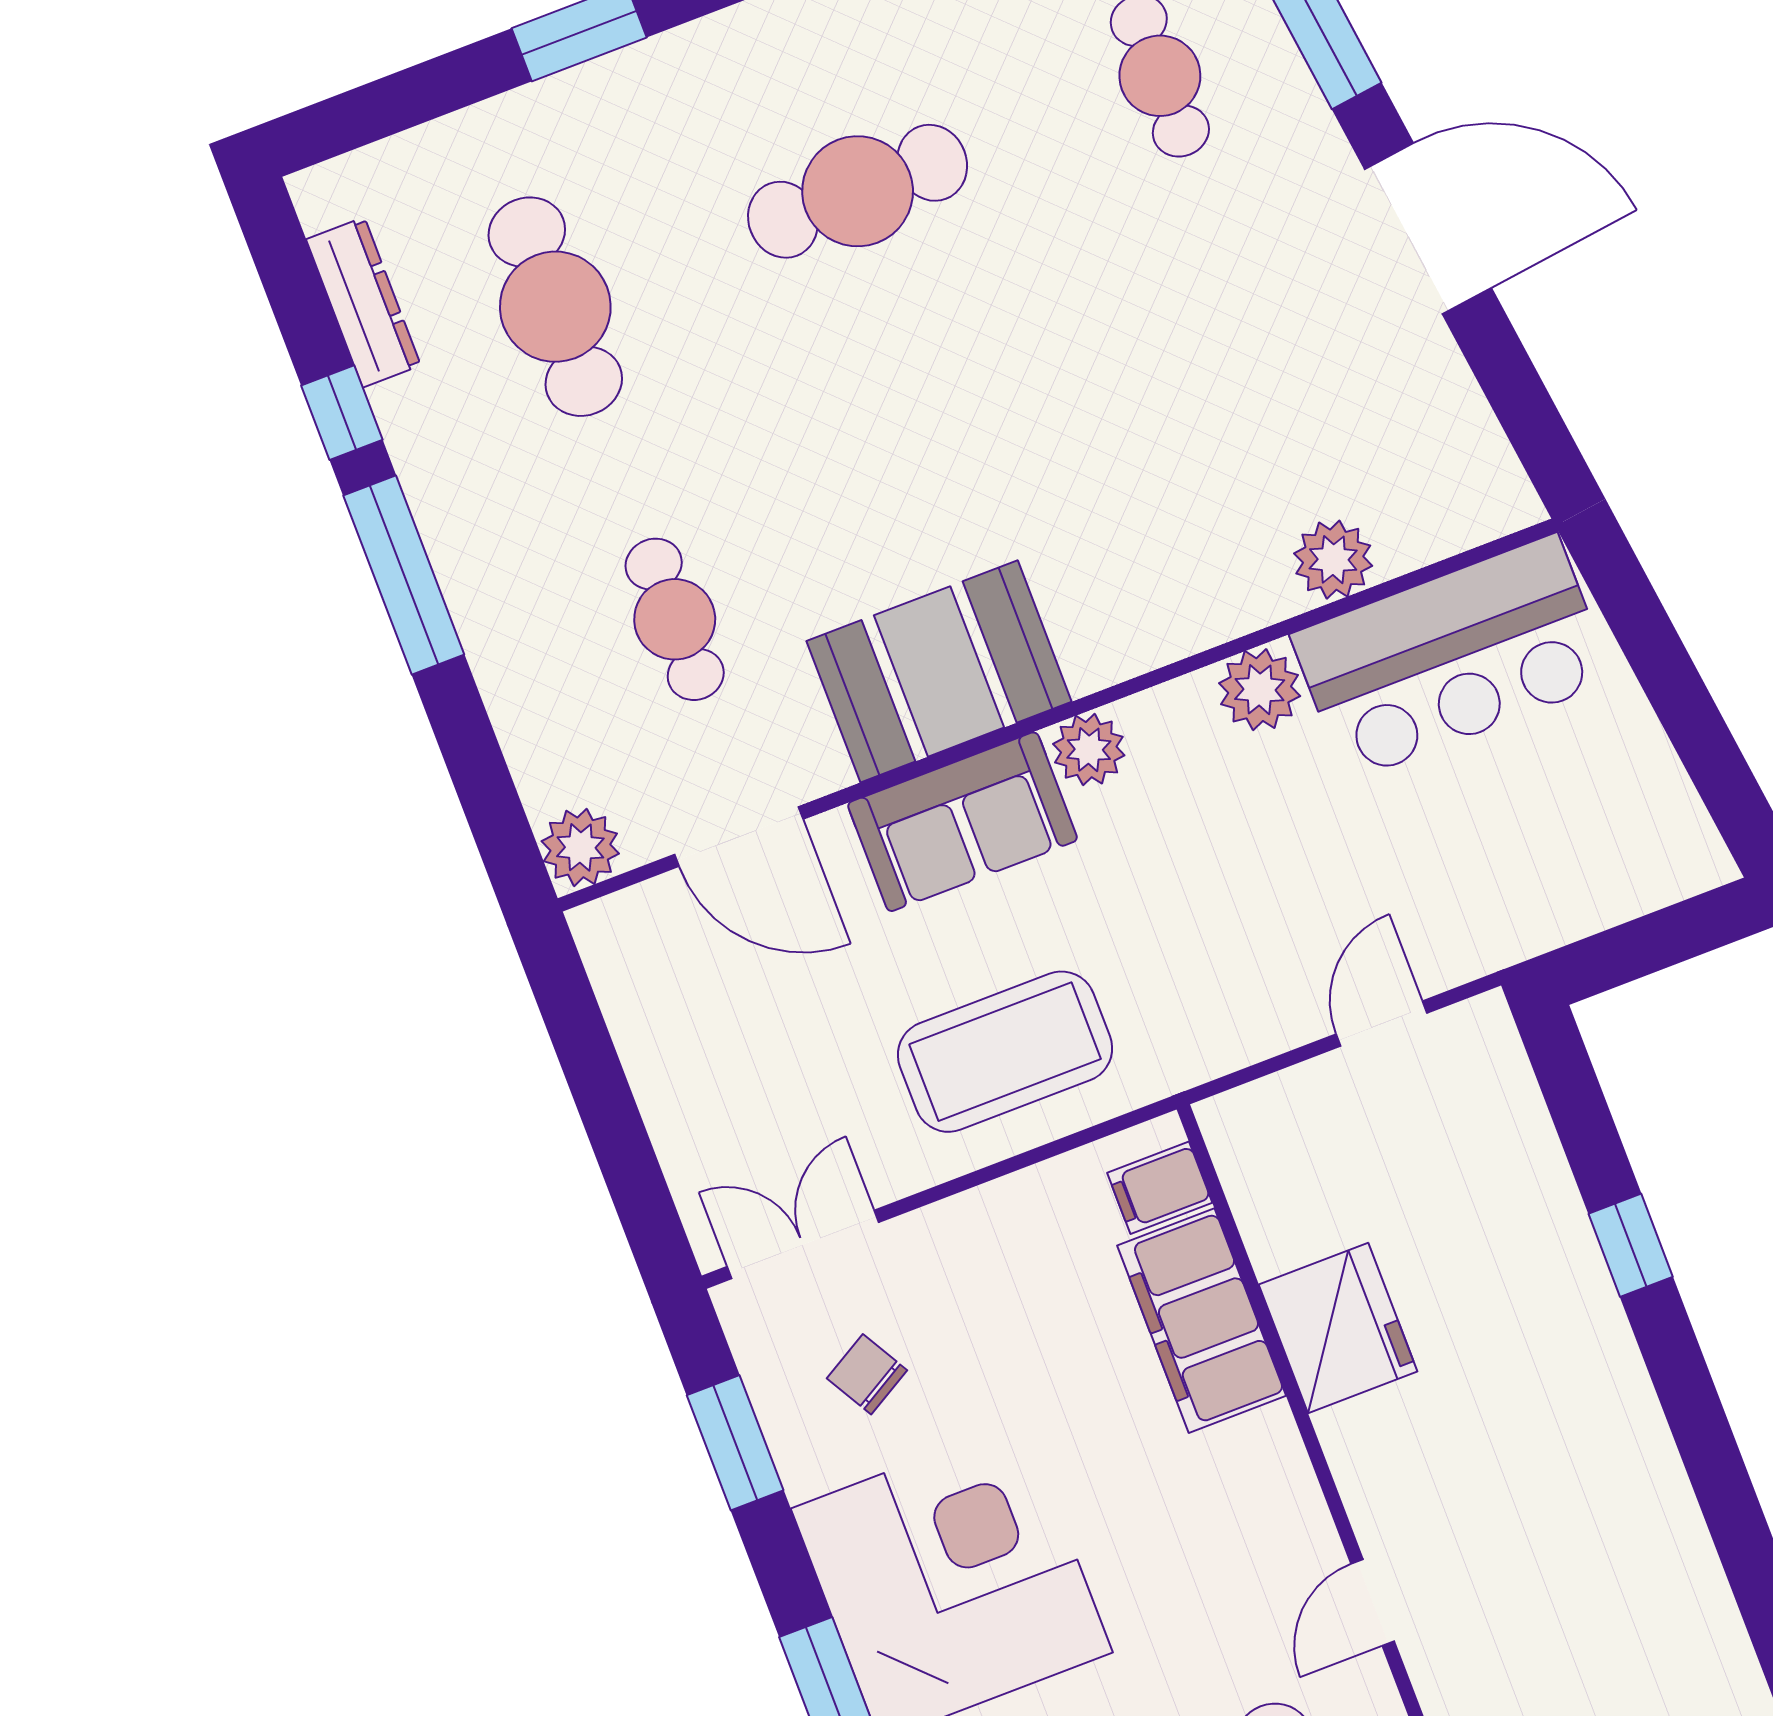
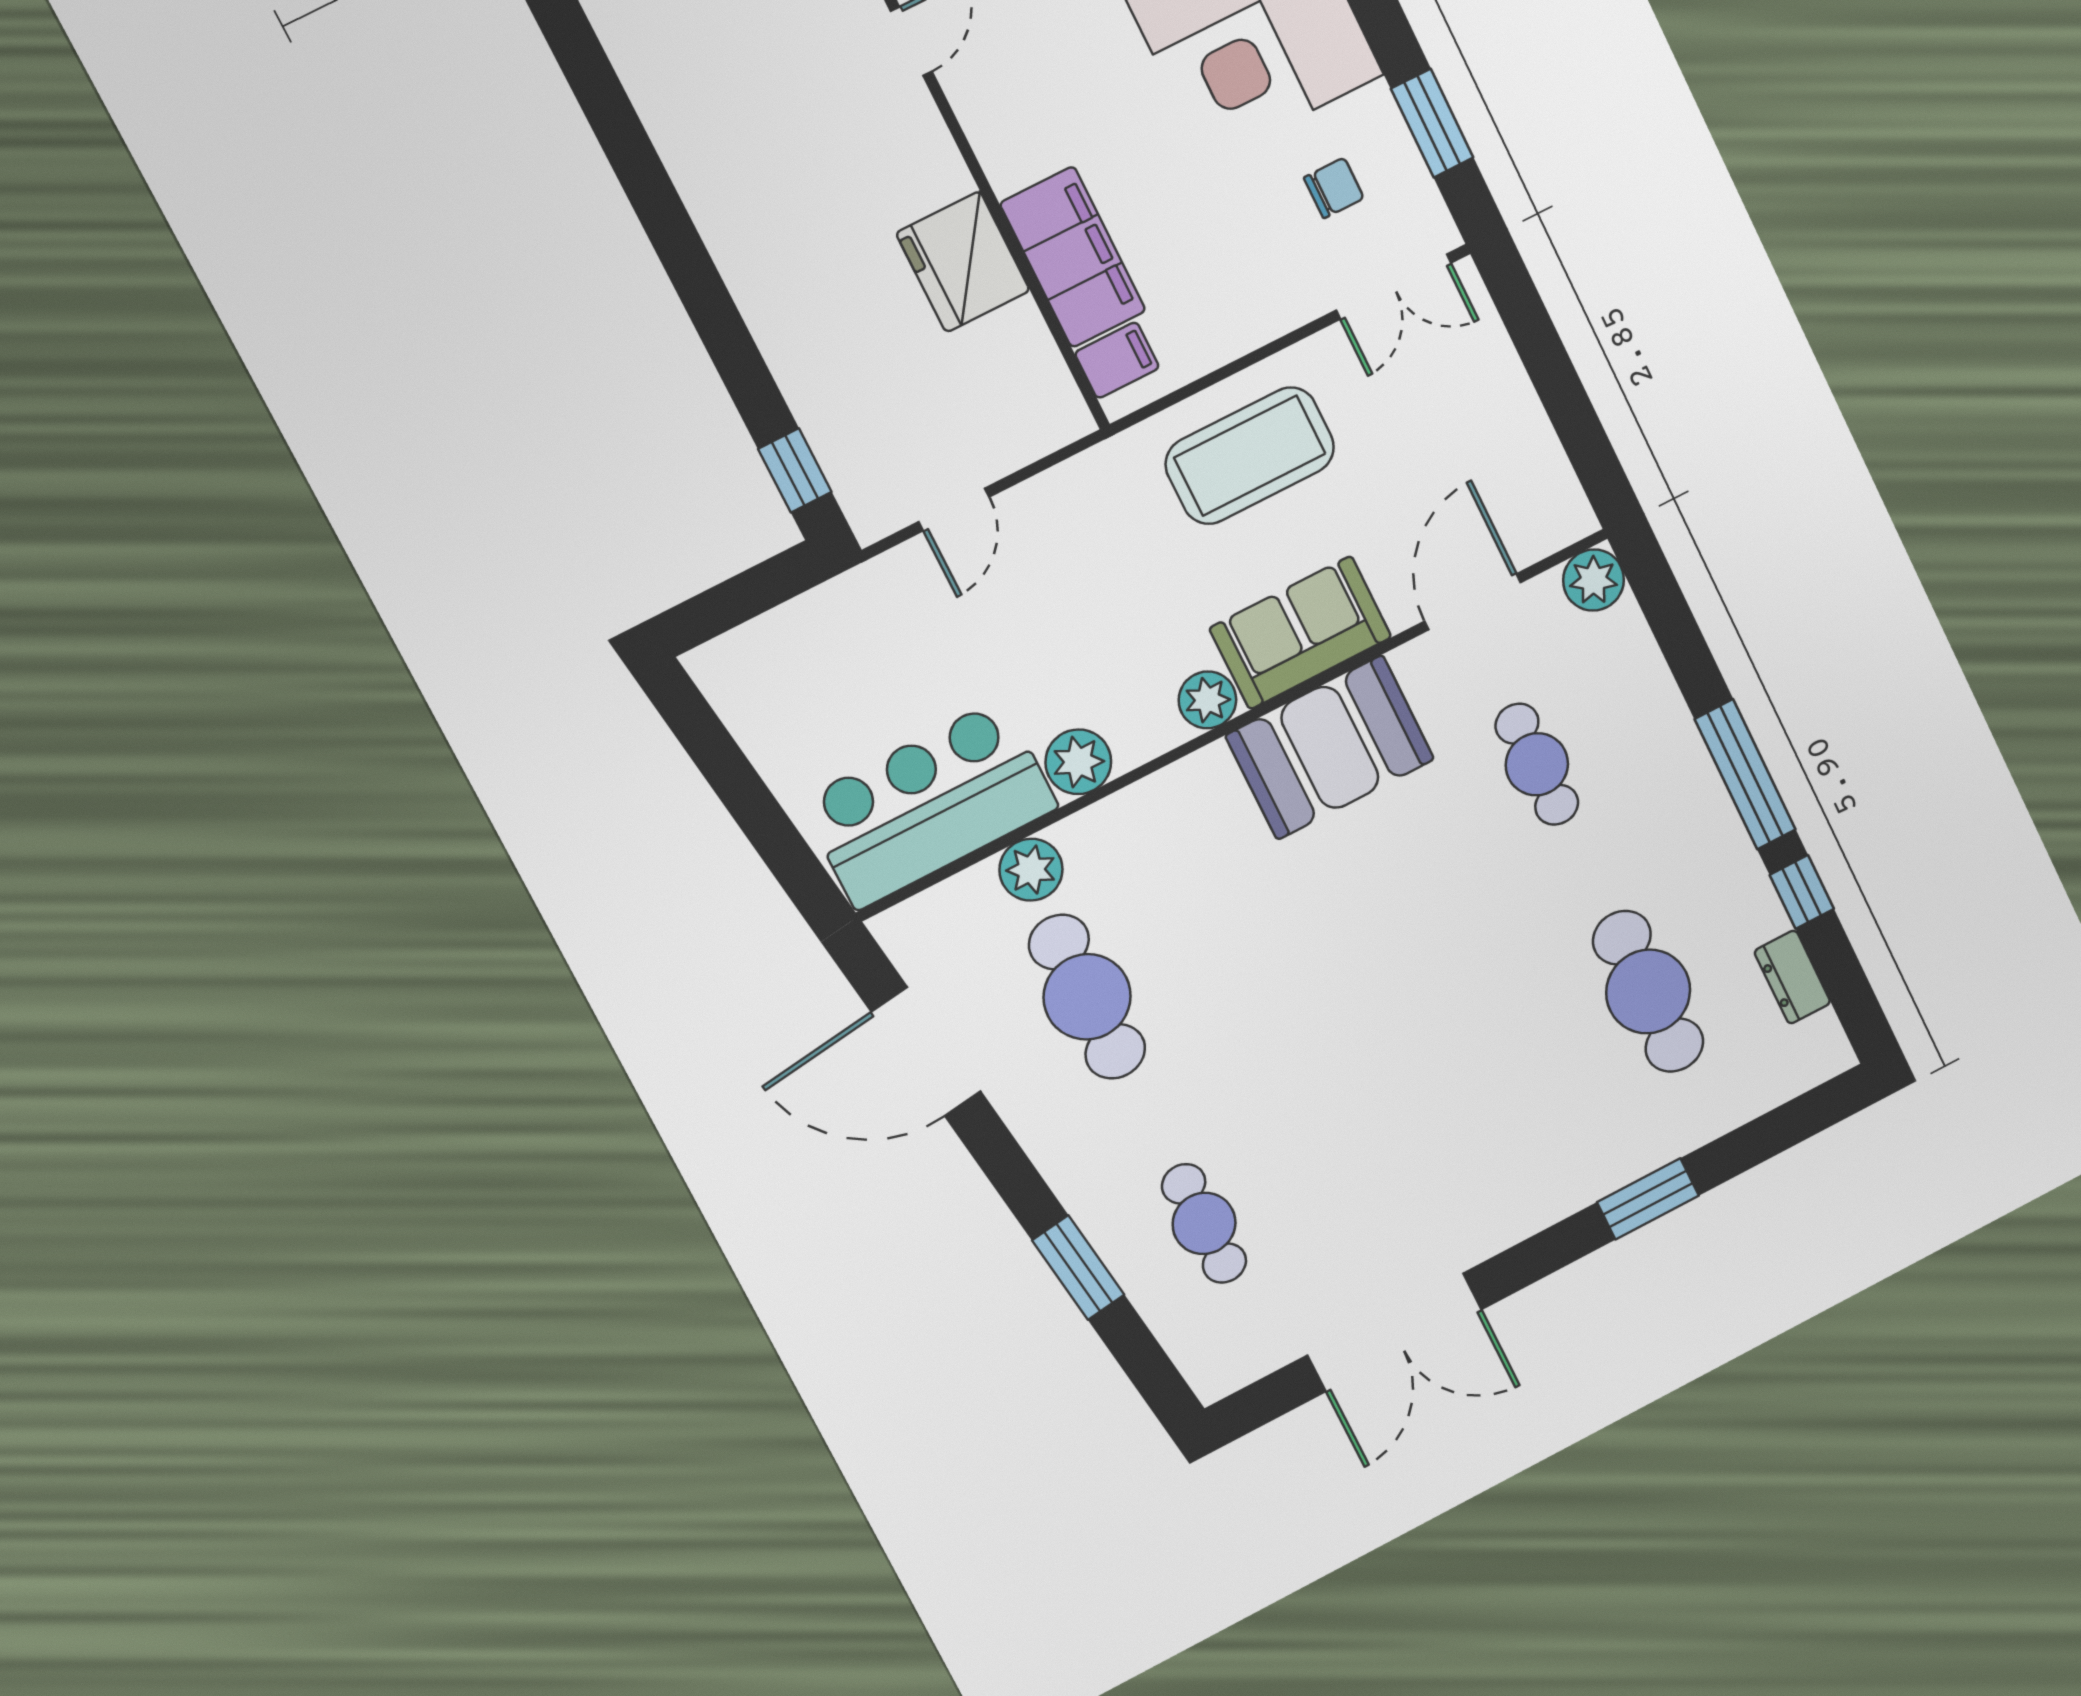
cafe table: (858, 191) -> (1087, 997), moved, turned 90
door: (1428, 229) -> (926, 1052), moved
dresser: (363, 302) -> (1792, 977), width x0.70
door: (739, 837) -> (1473, 602), hinge flipped
window: (1631, 1245) -> (795, 470), moved
chair: (867, 1374) -> (1334, 188), turned -60

